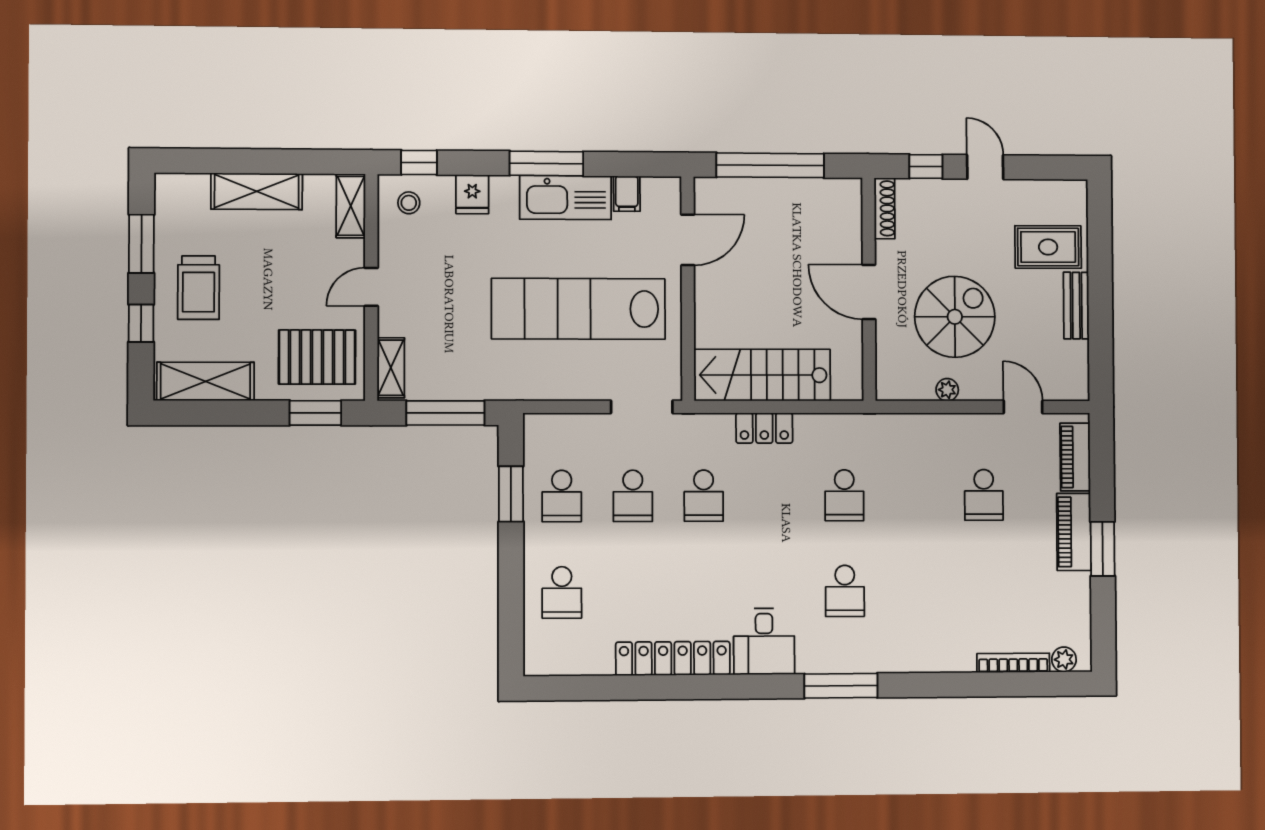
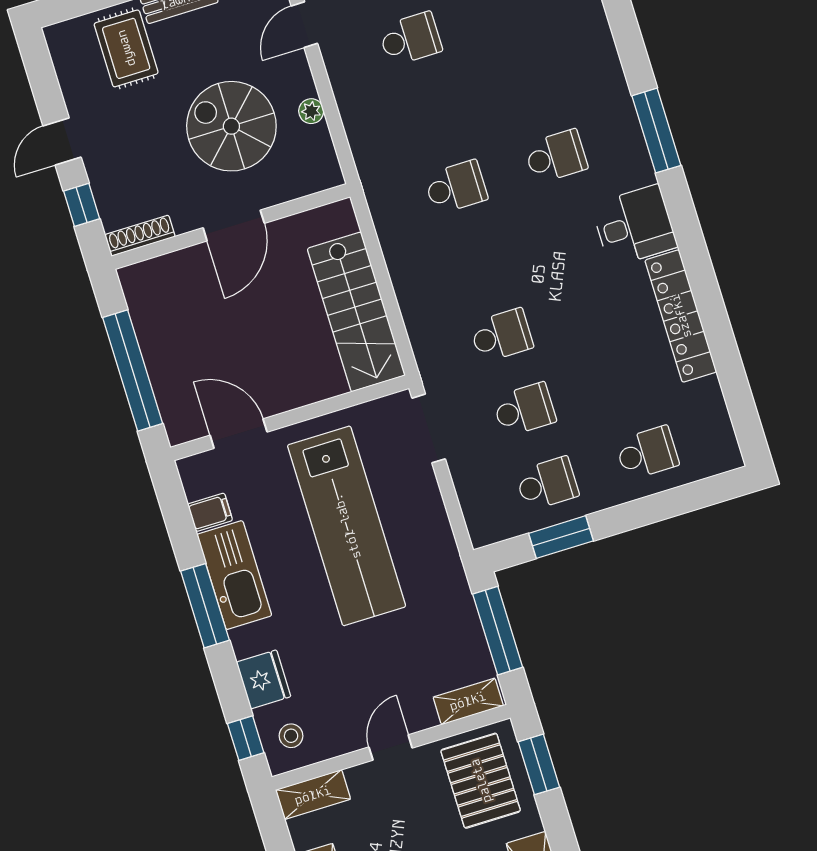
fridge: (472, 194) -> (263, 679), width x1.38
door: (371, 287) -> (391, 747), swing flipped
locker: (764, 428) -> (411, 293), removed

